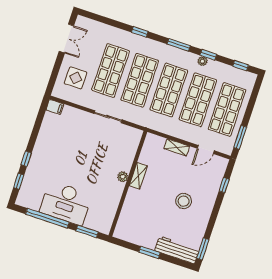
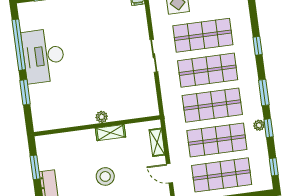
shelving: (138, 176) -> (110, 133), moved
plant: (123, 177) -> (102, 117), moved
wall: (128, 184) -> (97, 126), moved

